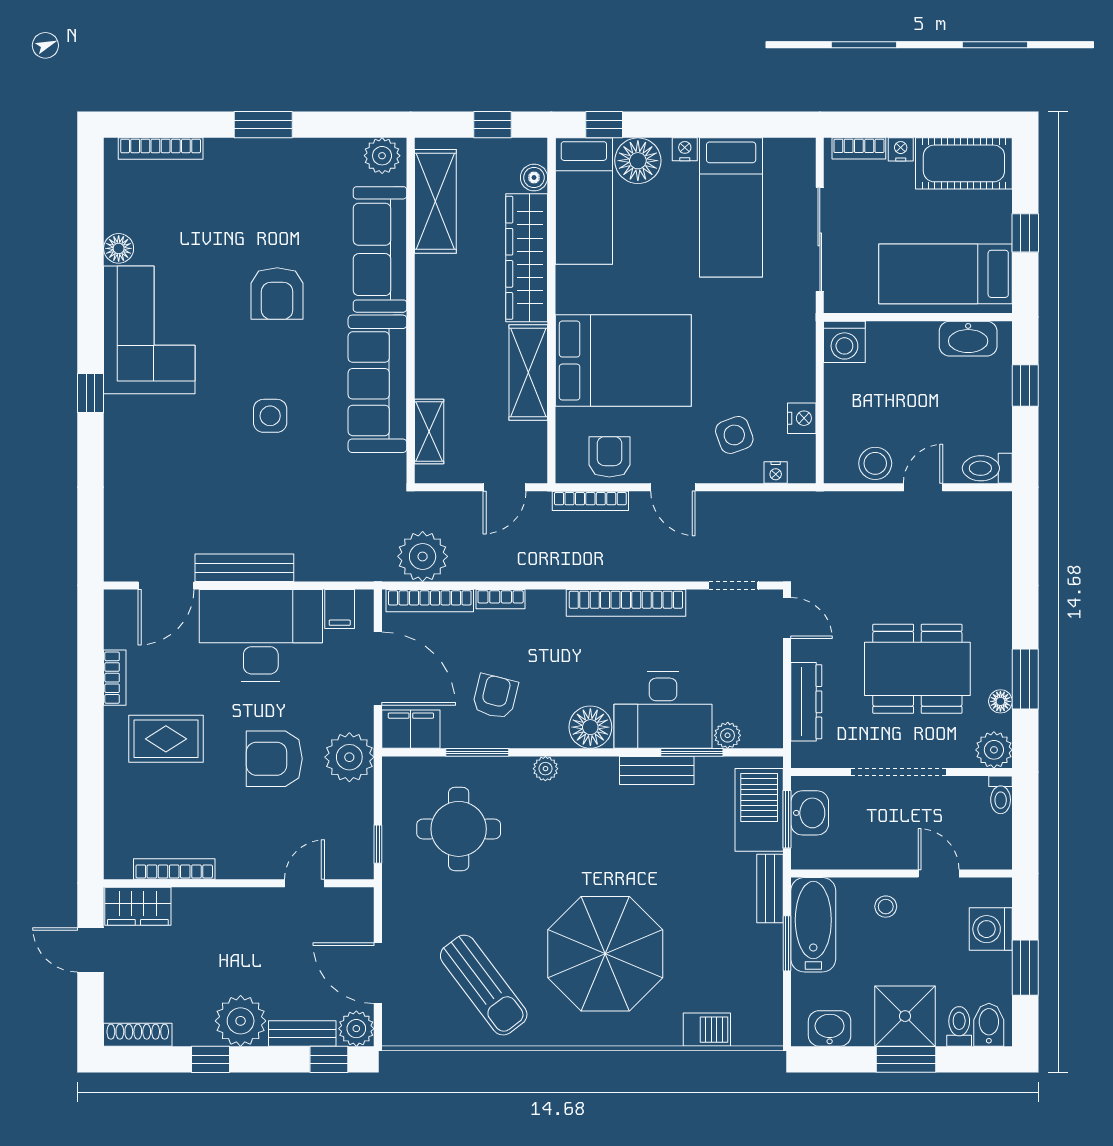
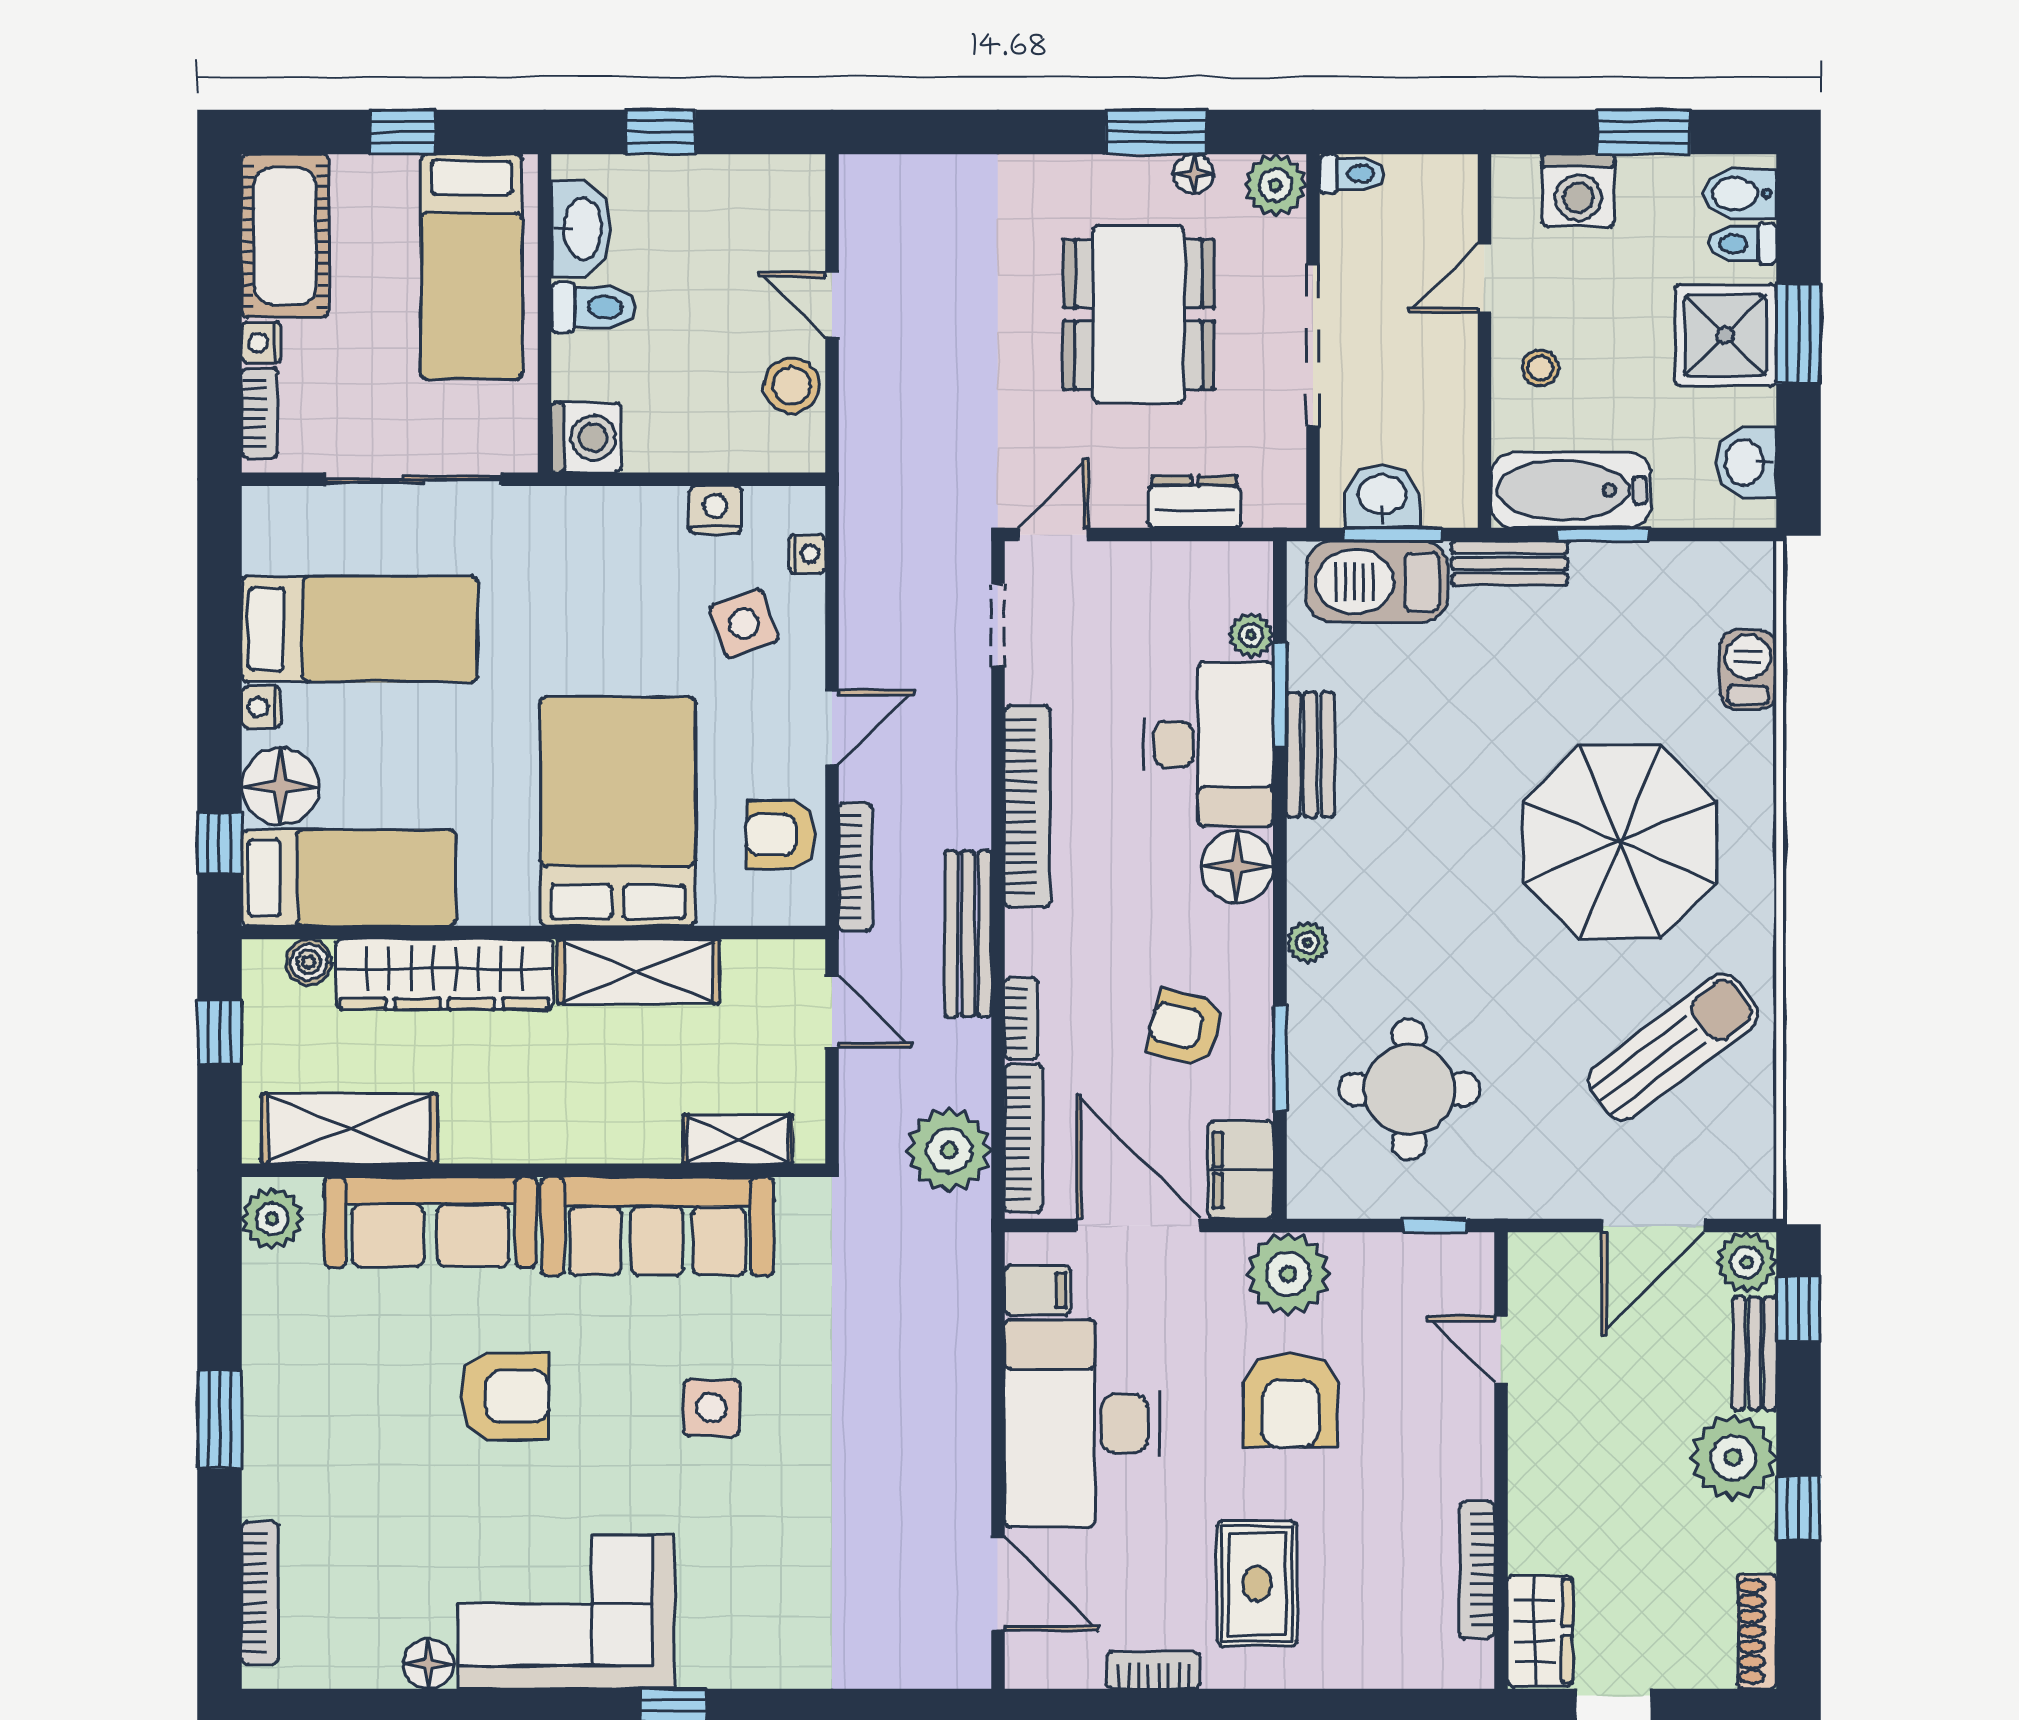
toilet: (987, 468) -> (593, 307), moved, turned -90
bench: (244, 568) -> (968, 934), moved
door: (378, 669) -> (1139, 1226), hinge flipped
dresser: (806, 702) -> (1194, 502), width x0.70

